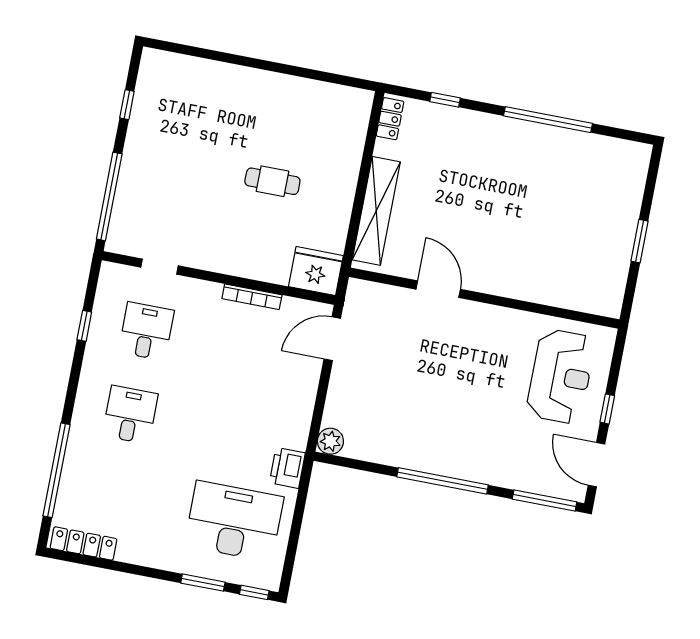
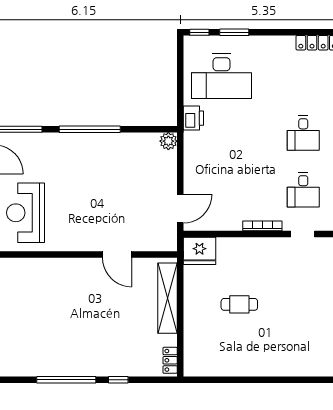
window: (445, 100) -> (118, 380), moved
bookcase: (252, 297) -> (262, 226), moved

